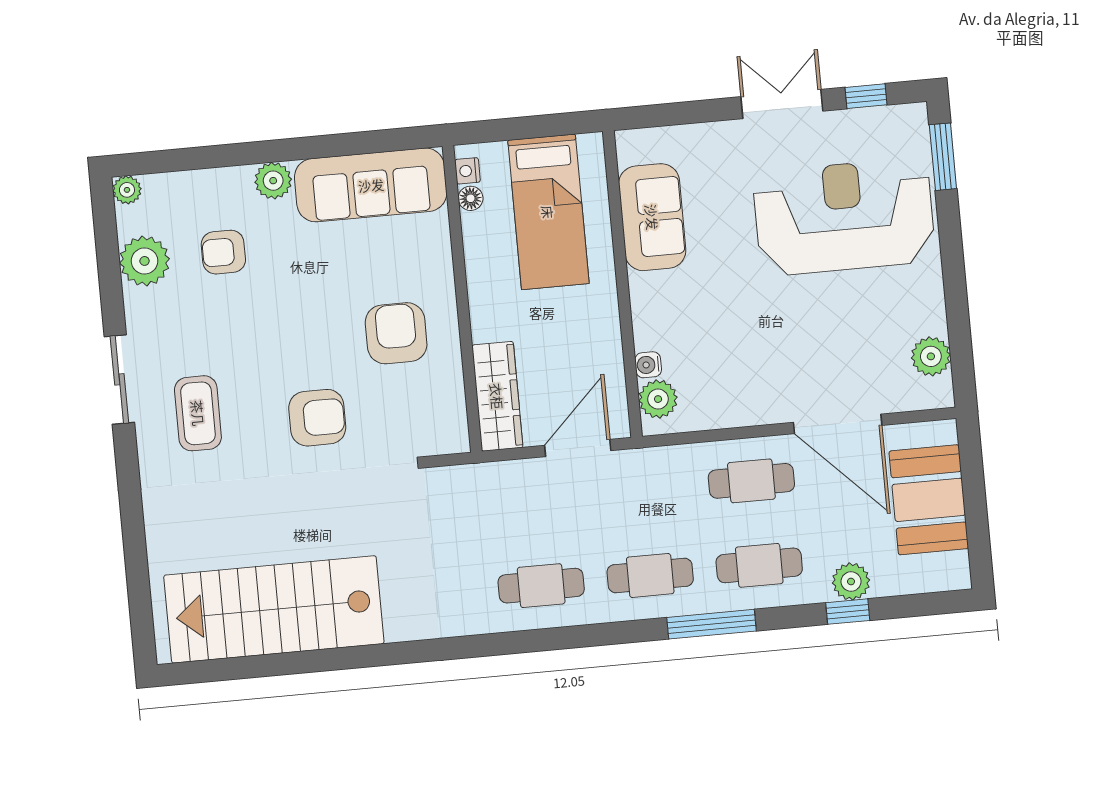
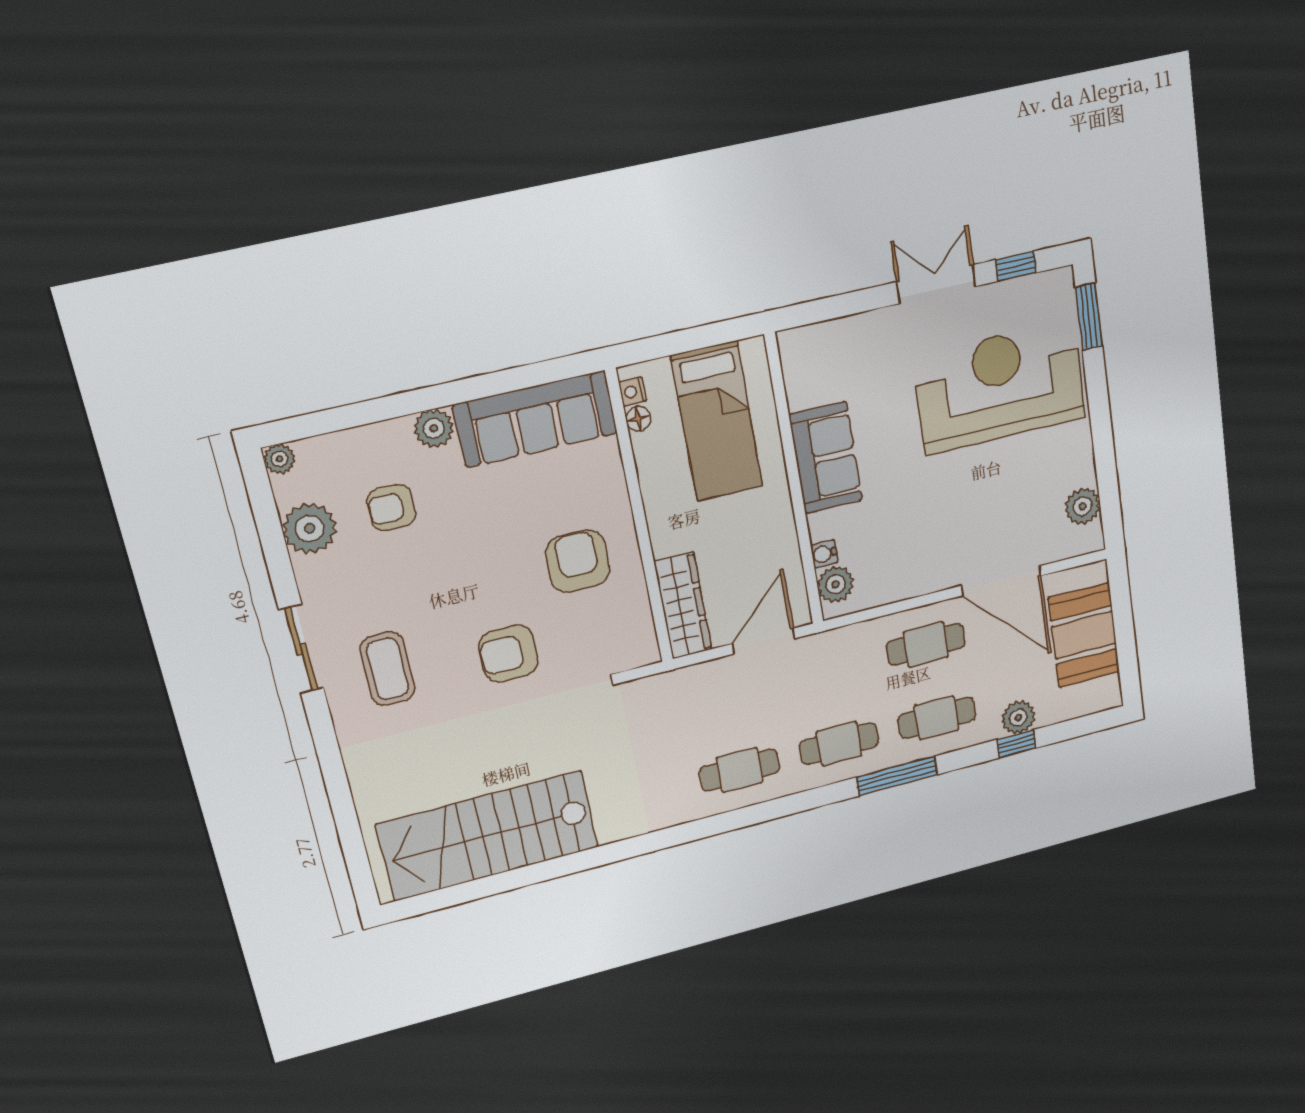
sofa: (652, 217) -> (826, 458), moved
armchair: (317, 418) -> (508, 654), turned 180

